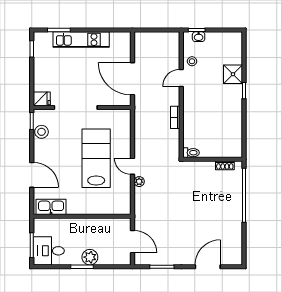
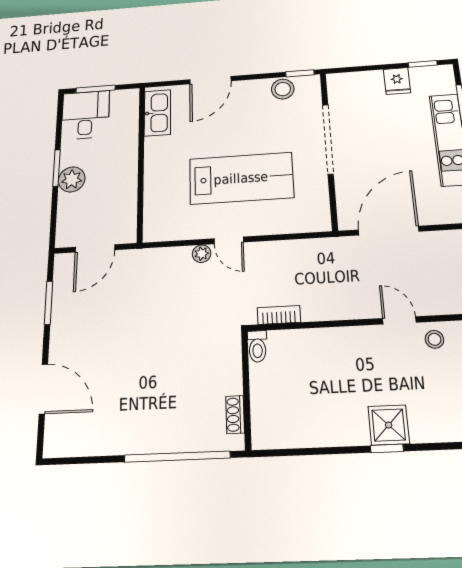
shower: (233, 74) -> (389, 425), moved
fridge: (42, 99) -> (397, 81), moved
bookcase: (175, 117) -> (279, 315), moved
door: (132, 166) -> (229, 240), swing flipped

